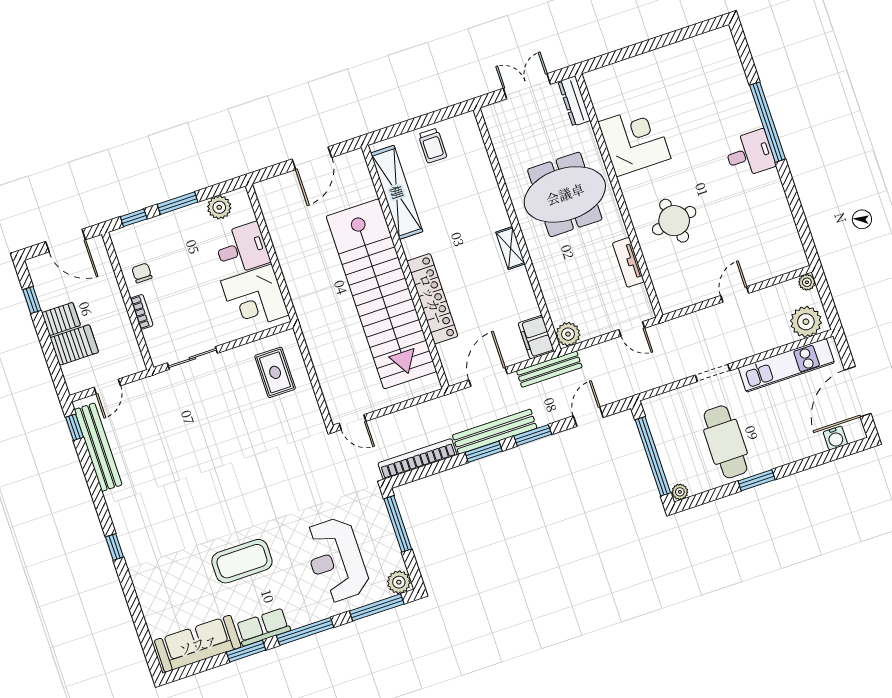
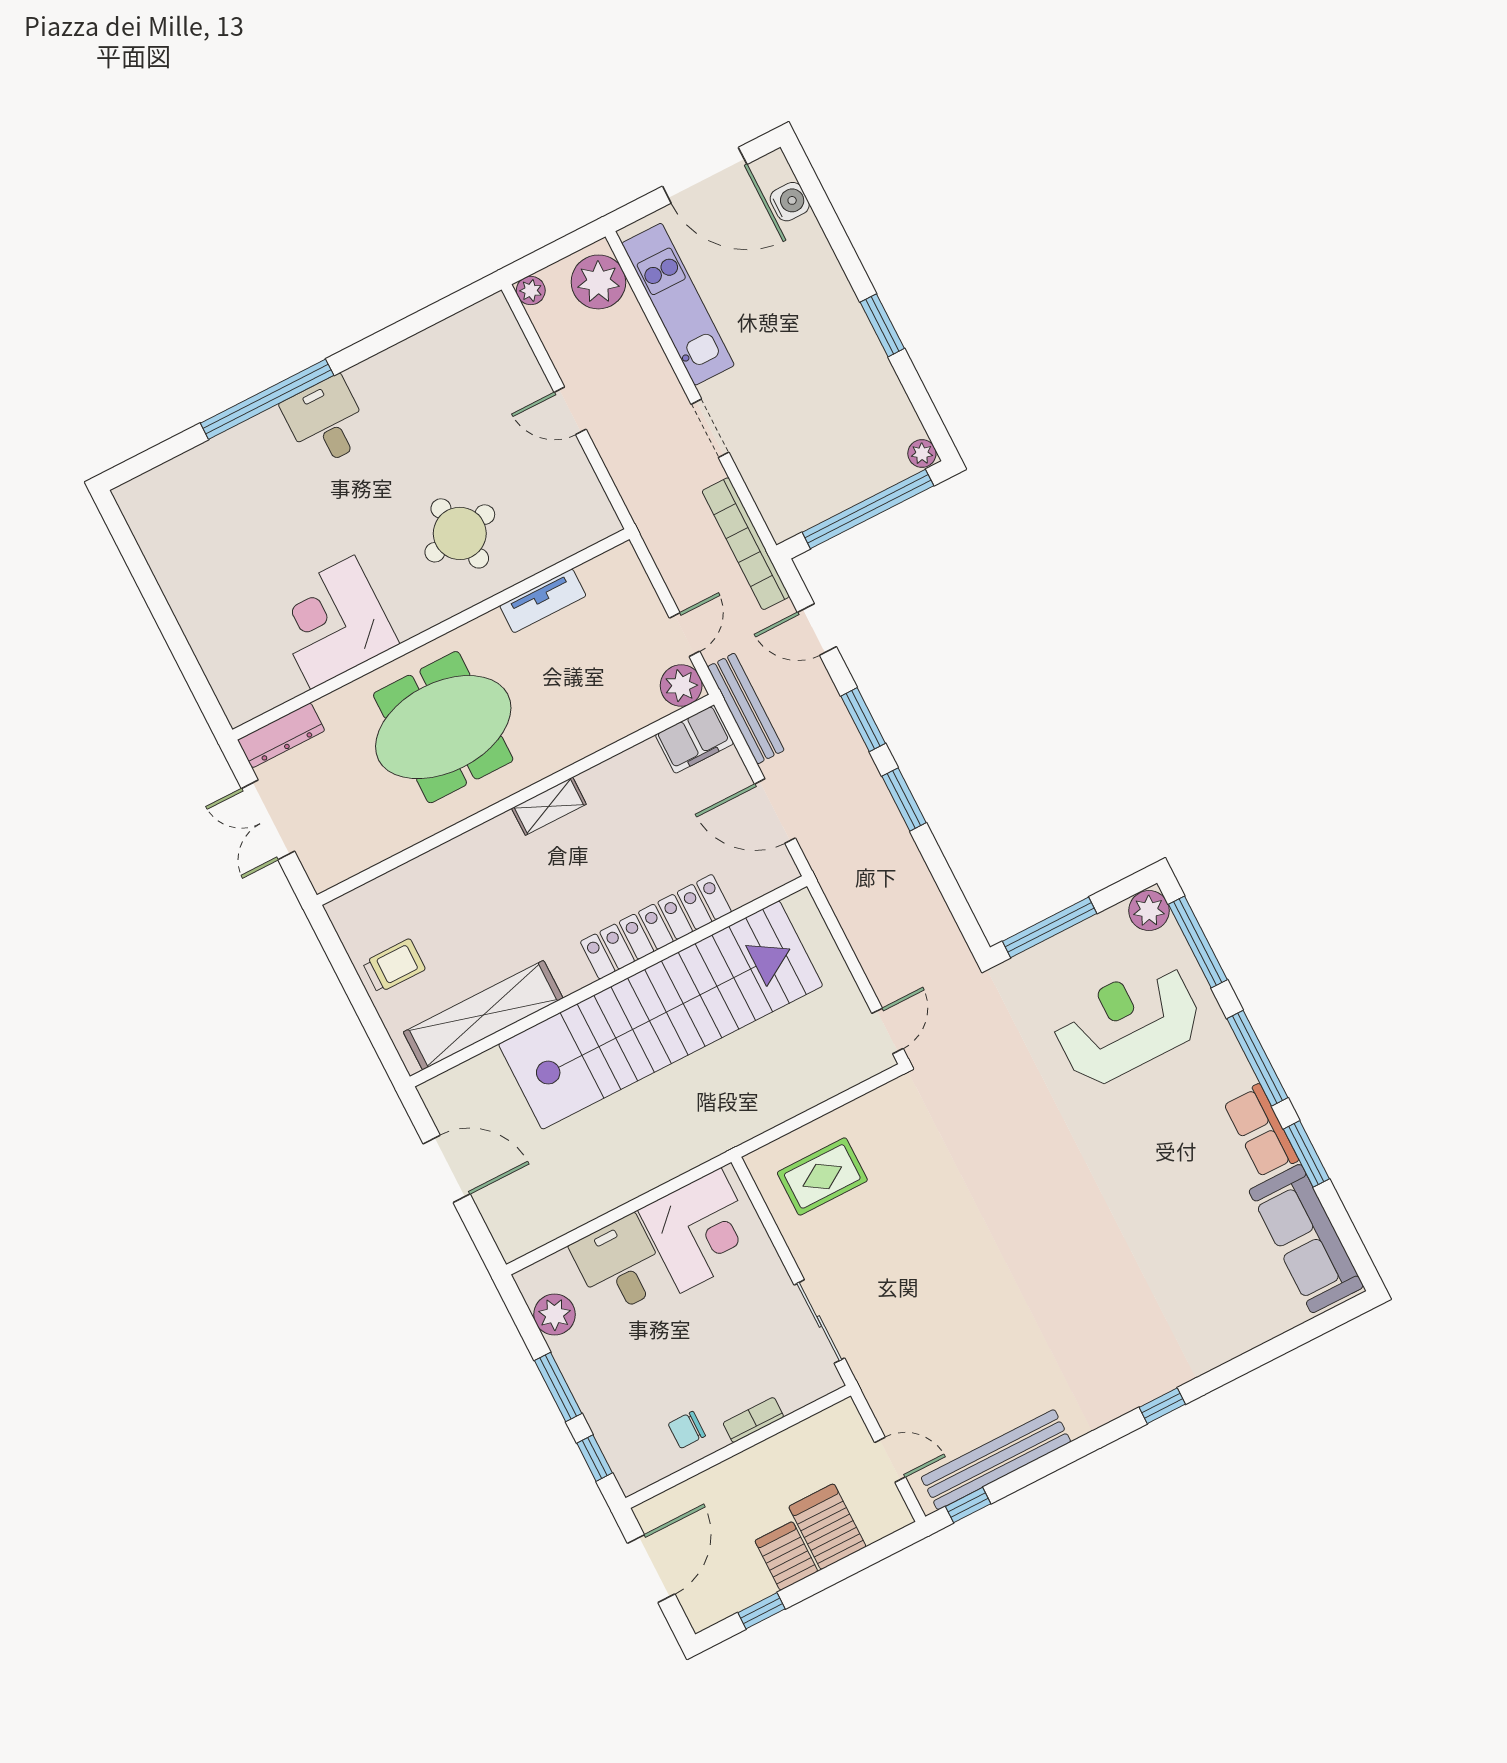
meeting table: (565, 194) -> (443, 727), turned 90
door: (632, 329) -> (685, 635), moved
bench: (495, 432) -> (867, 786), removed
cafe table: (725, 442) -> (825, 388), removed
bookcase: (417, 459) -> (746, 544), moved
reception desk: (336, 560) -> (1127, 1024), turned 180
coffee table: (242, 561) -> (1154, 1184), removed

